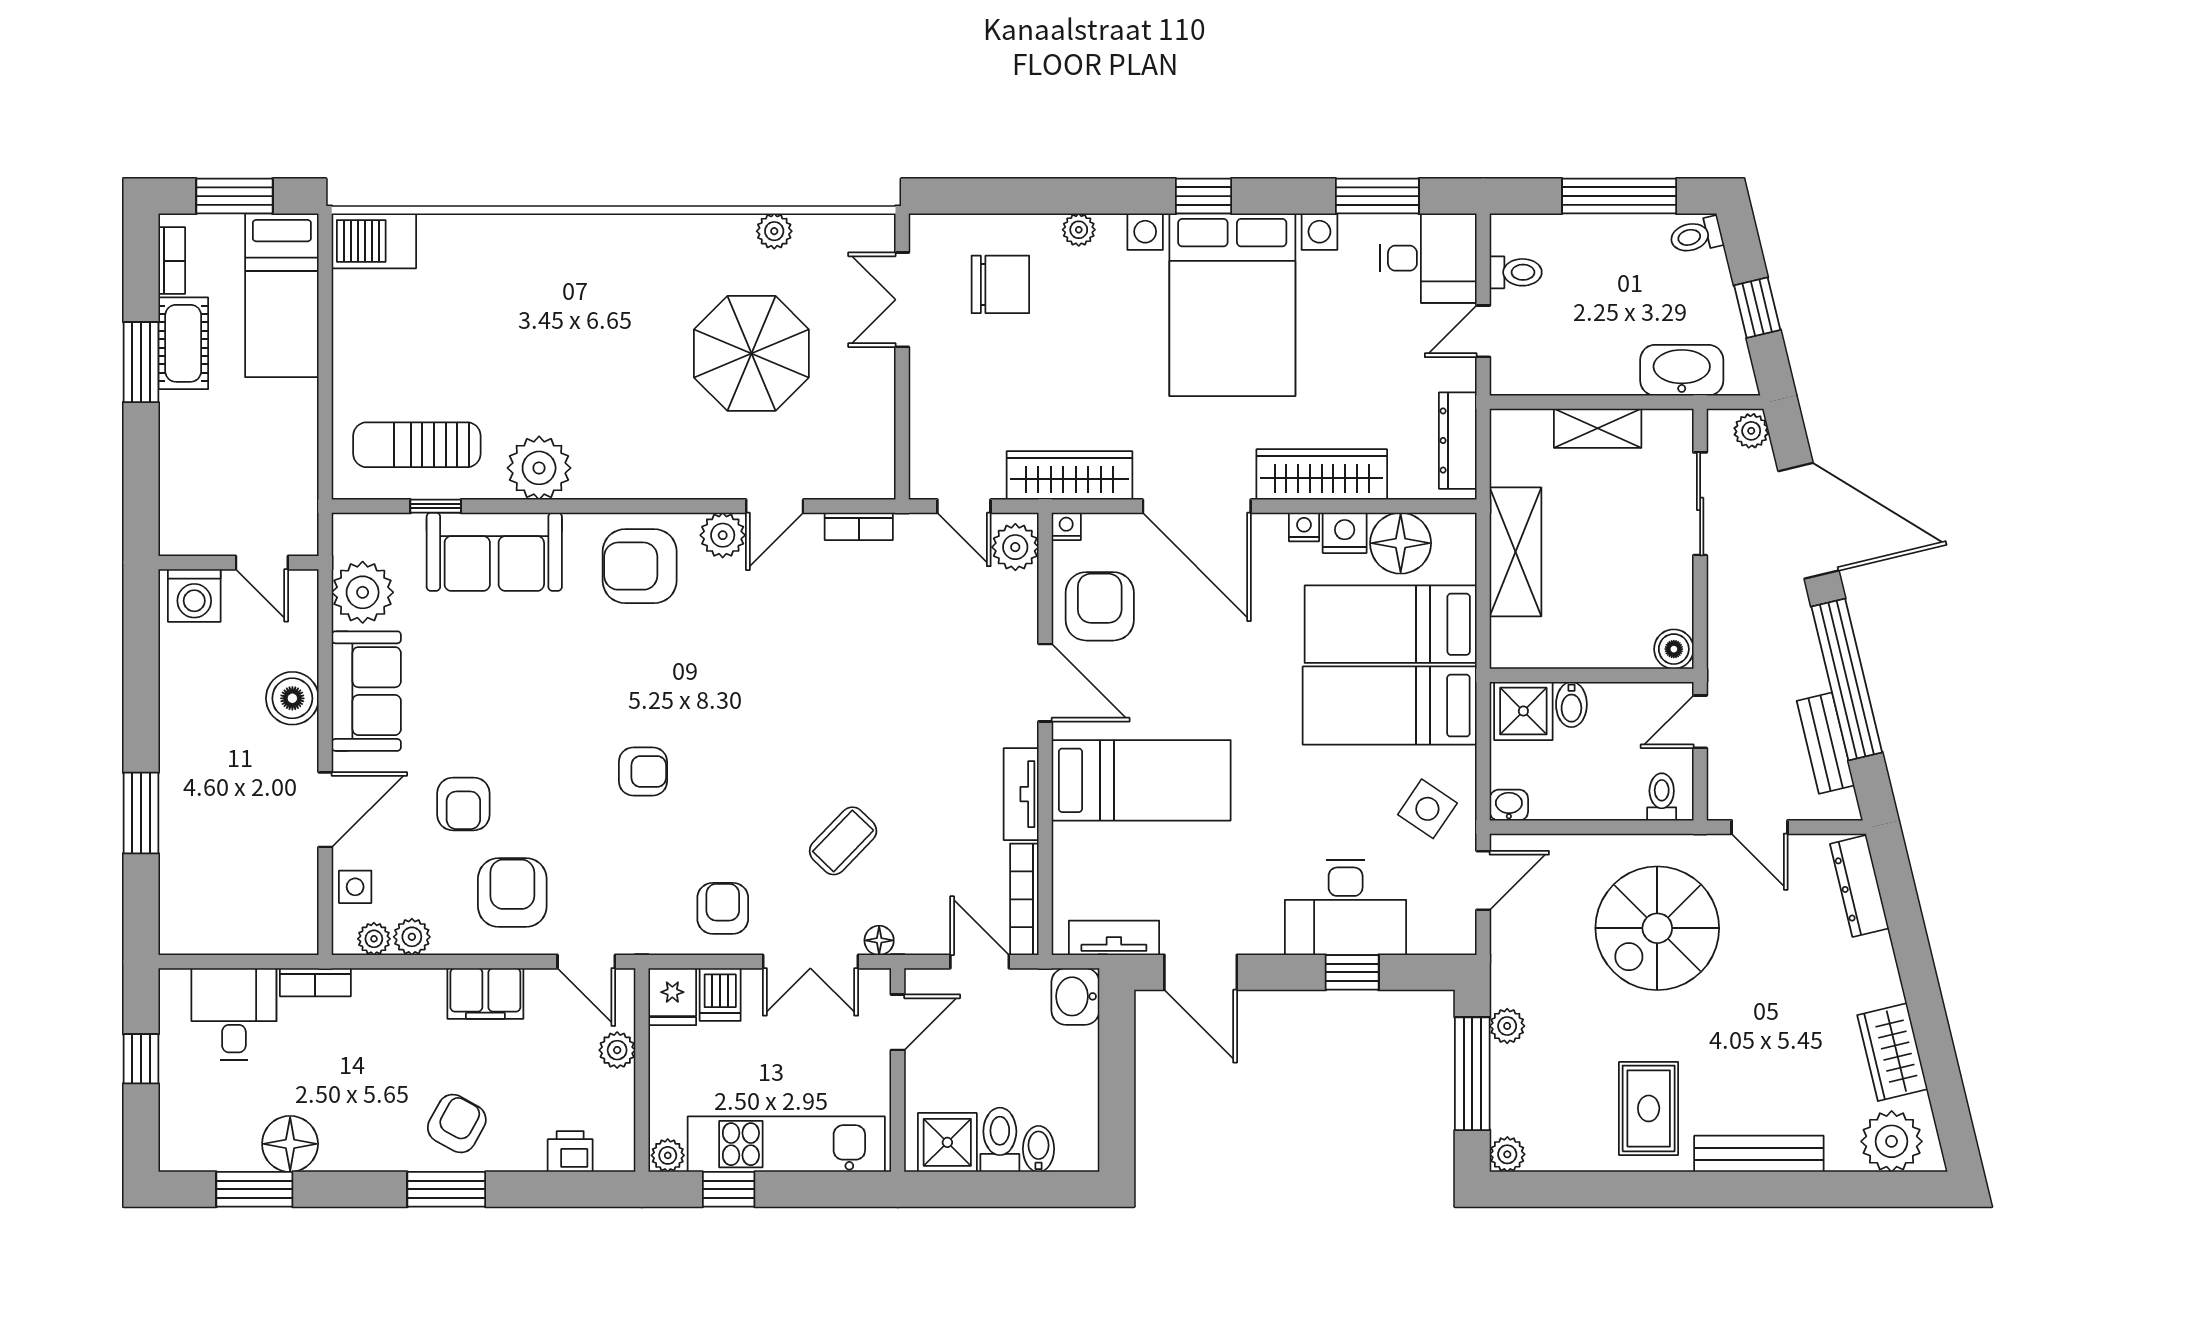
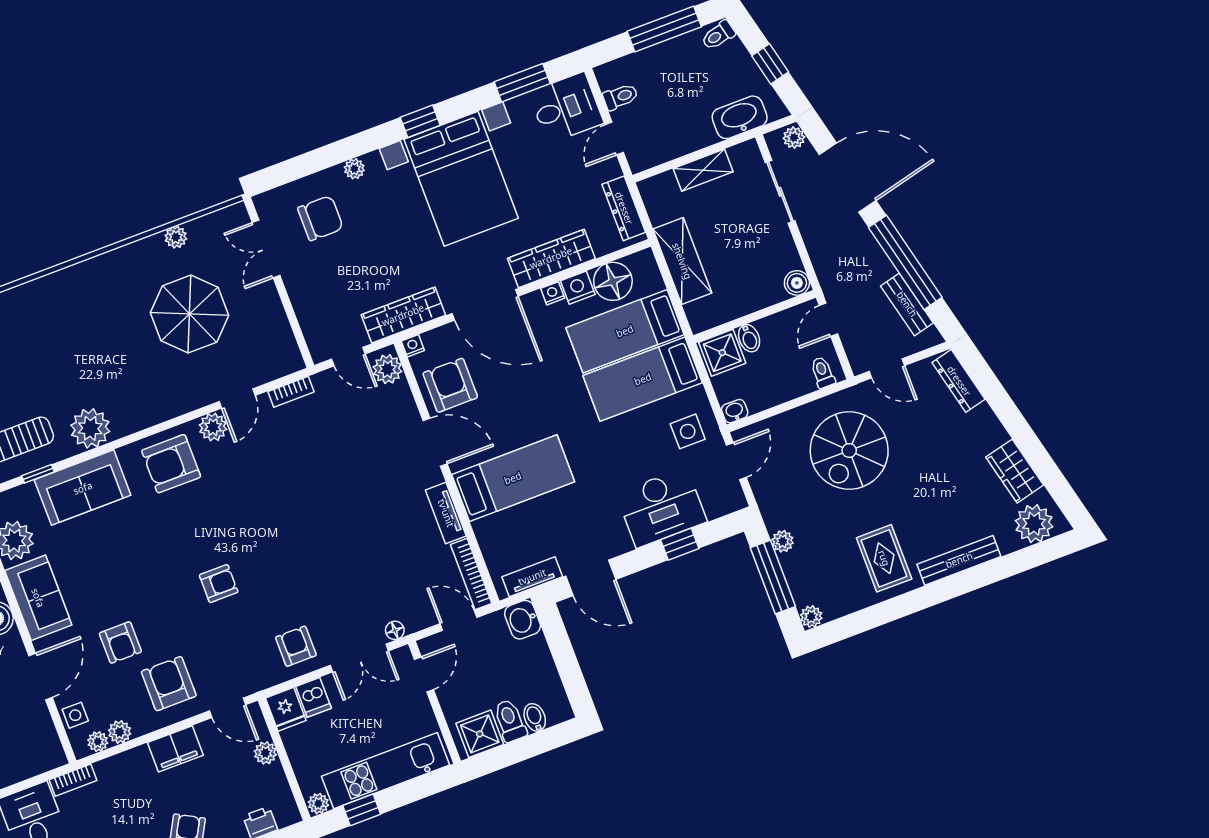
side table: (1427, 809) -> (688, 431), turned -34
coffee table: (843, 841) -> (352, 580), removed

